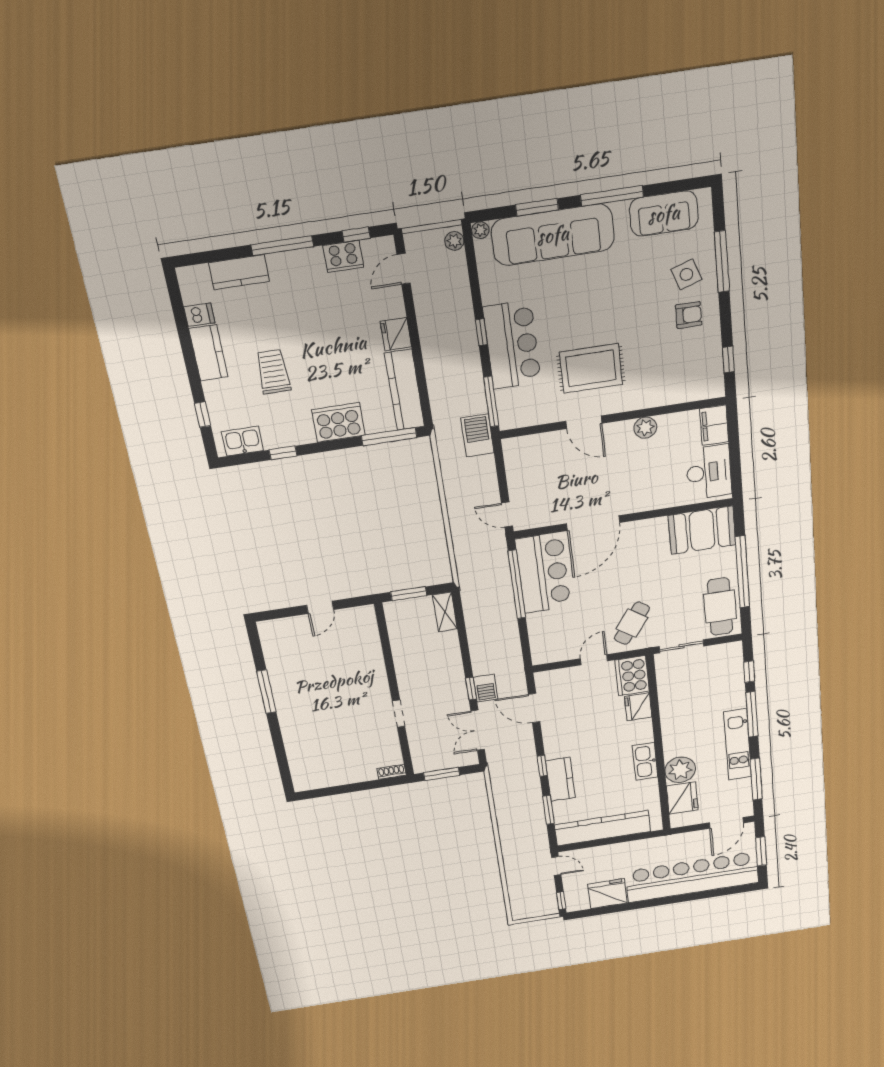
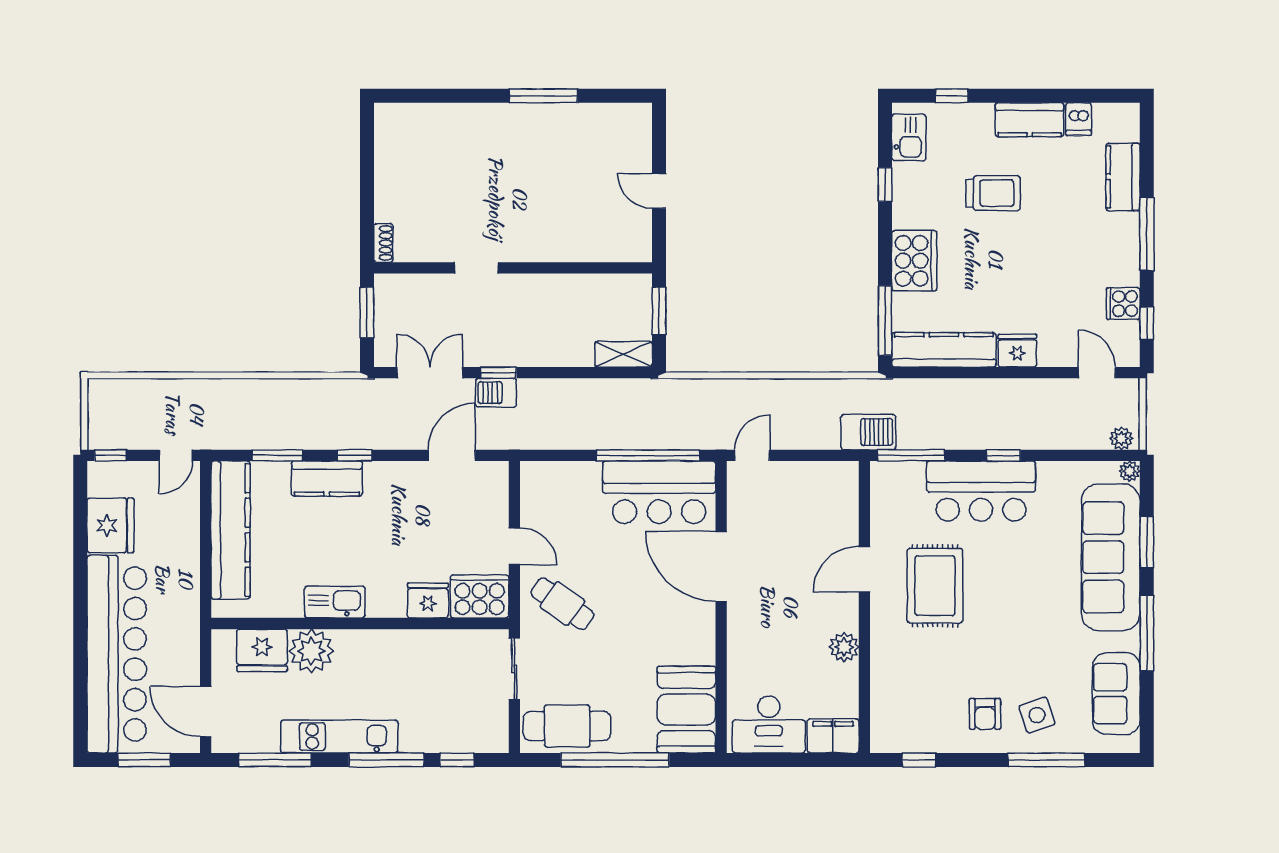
cooker: (343, 256) -> (1123, 304), width x0.73

